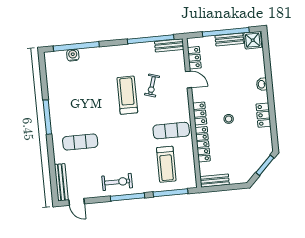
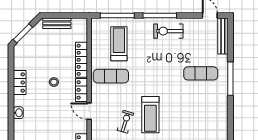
door: (189, 80) -> (89, 111), moved
window: (47, 117) -> (230, 79), moved
bench: (215, 181) -> (57, 23), moved

